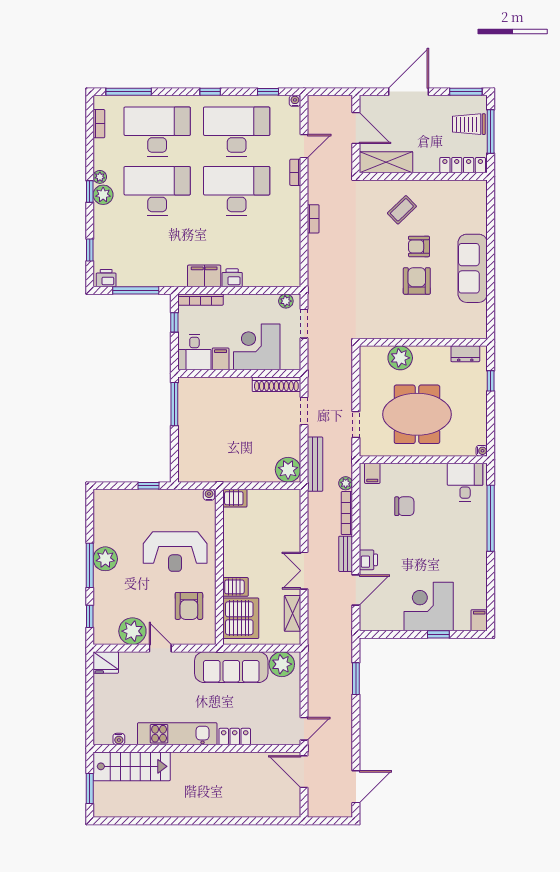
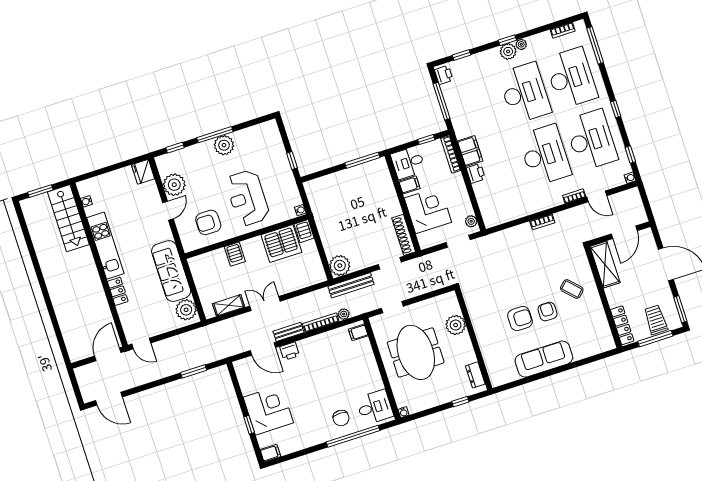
chair: (404, 506) -> (341, 418), moved
server rack: (241, 618) -> (281, 244), moved

